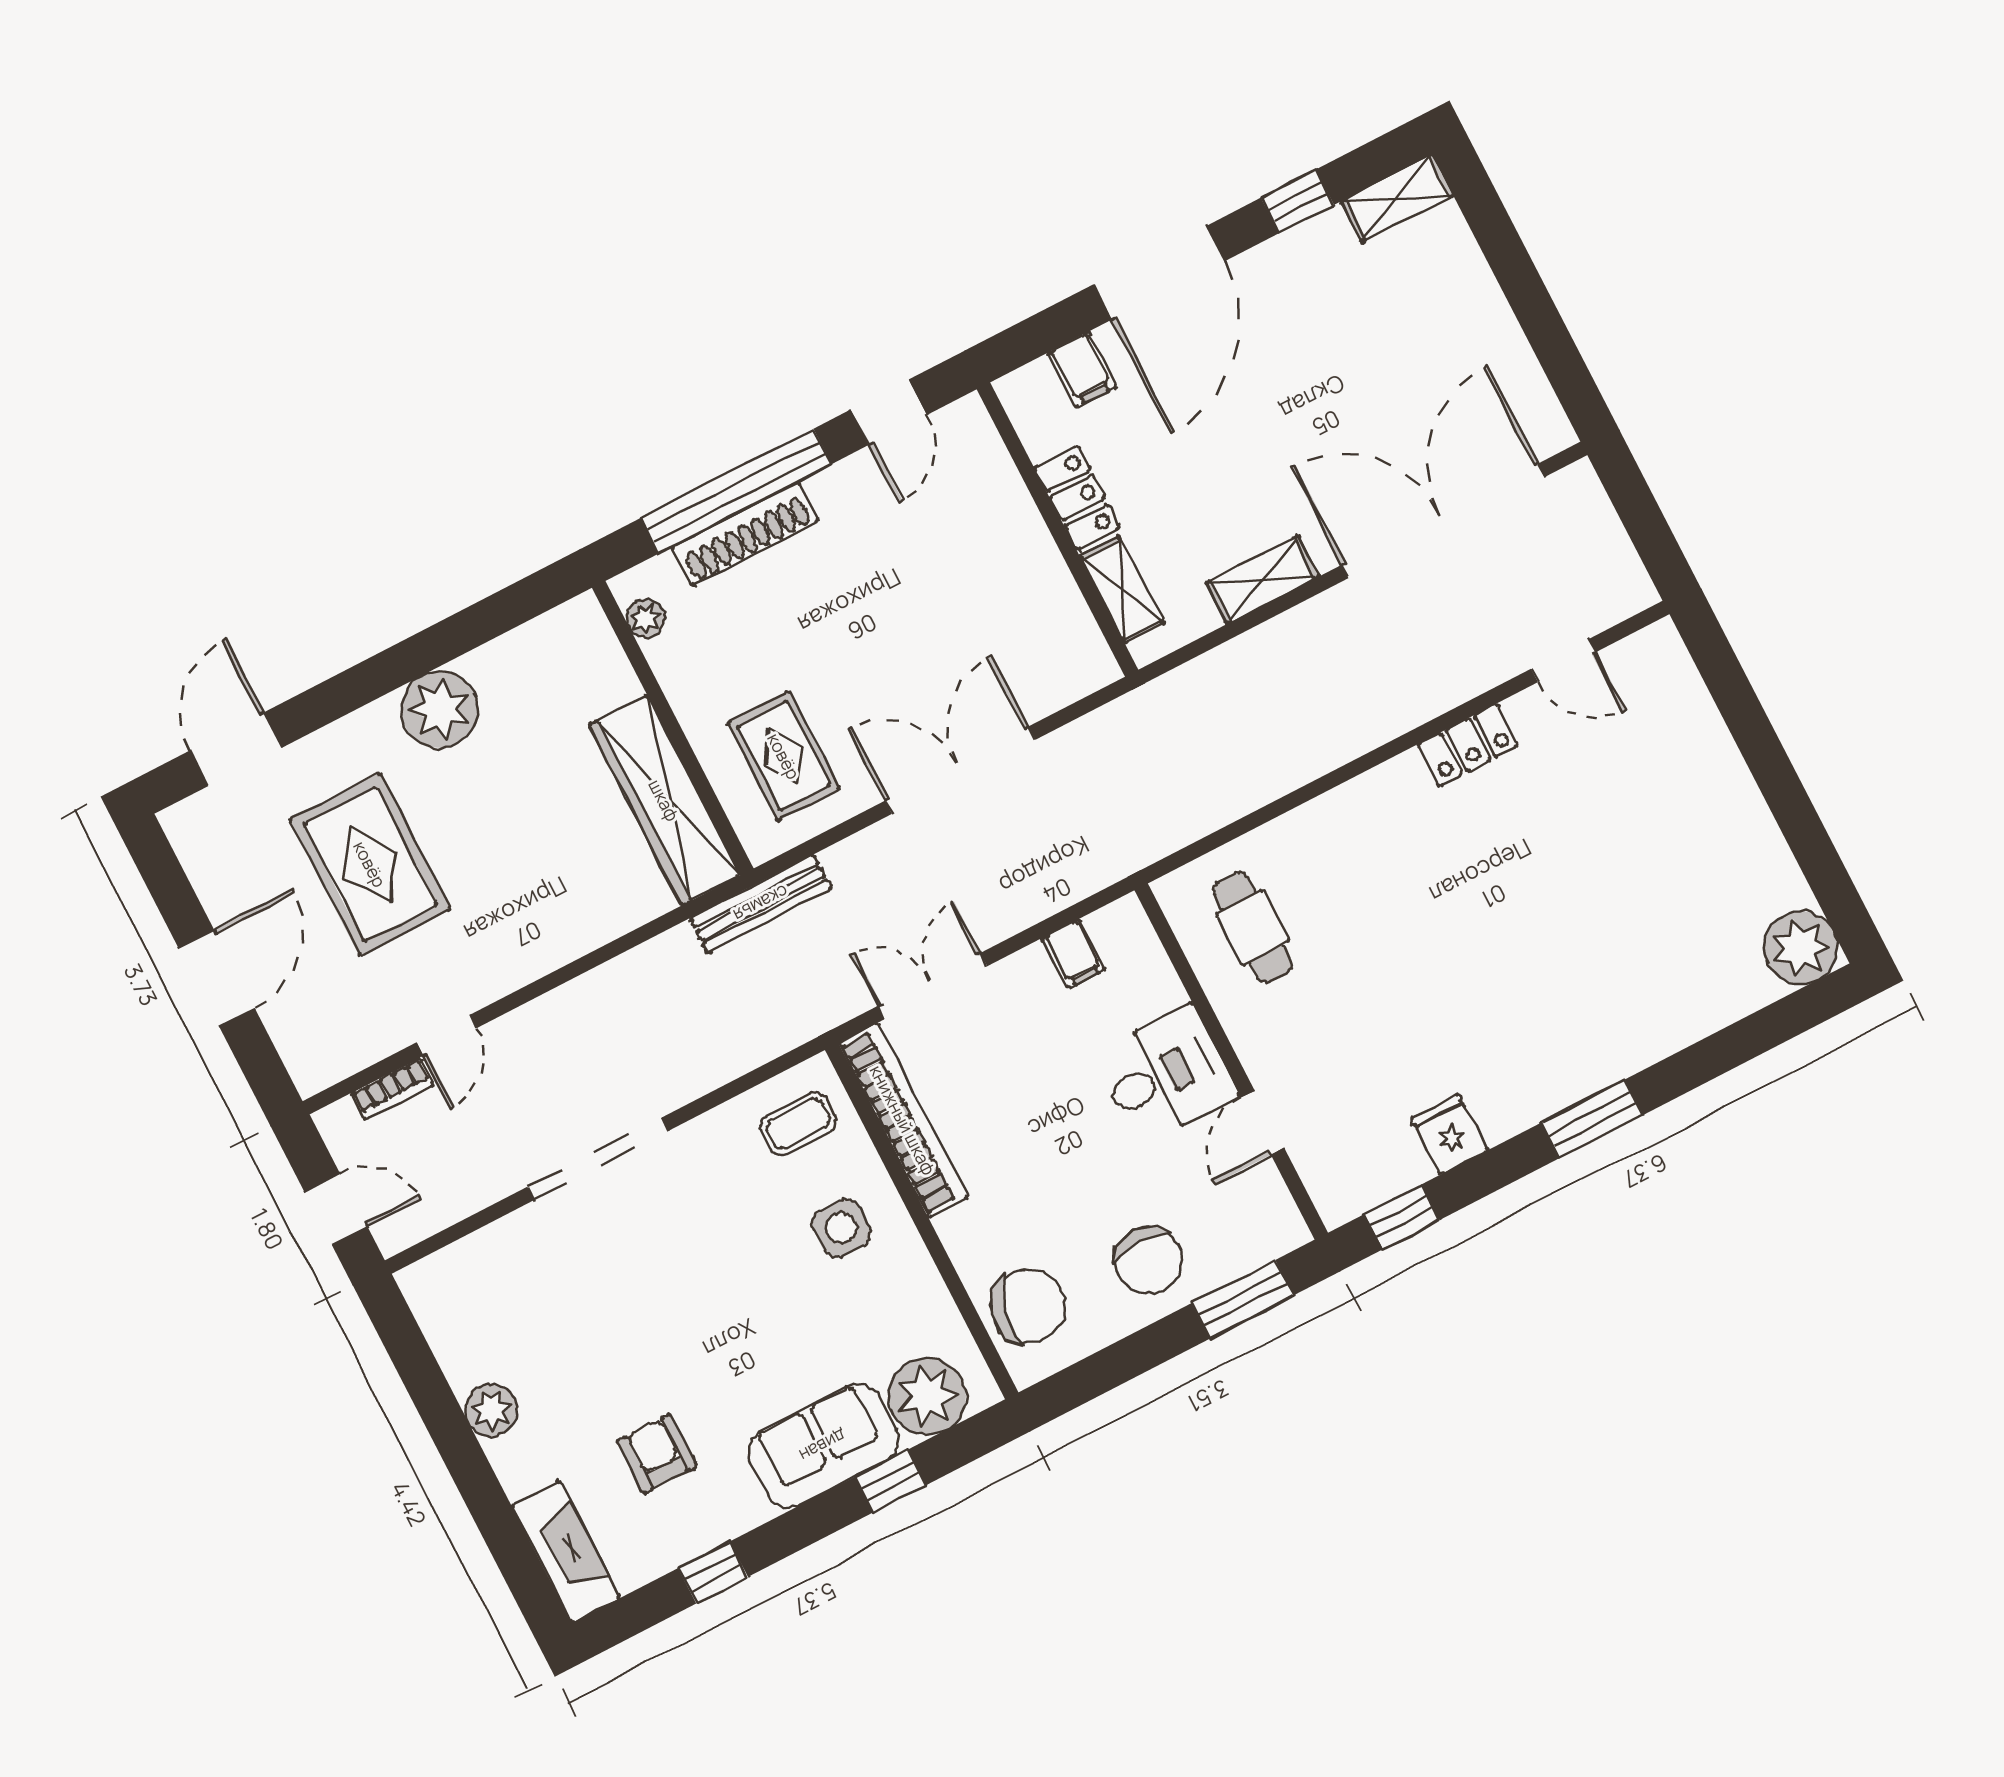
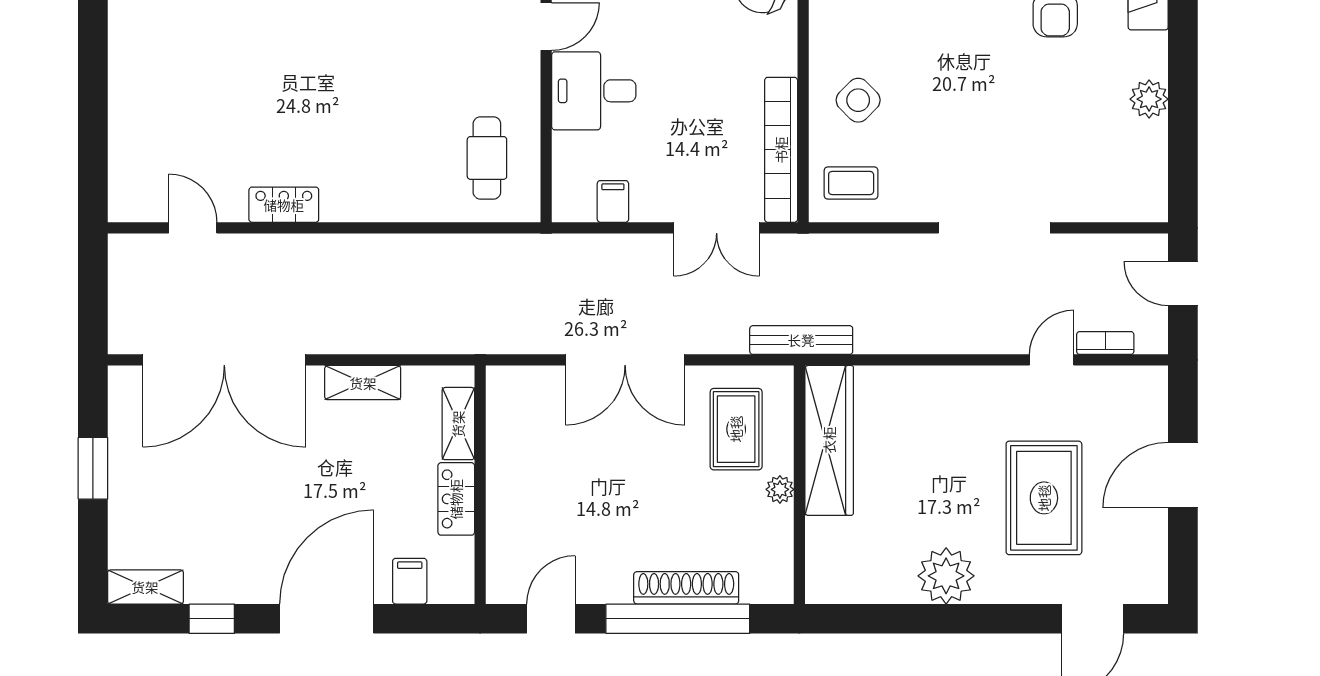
window: (1534, 309) -> (93, 468), added
plant: (646, 618) -> (780, 489), moved
side table: (841, 1228) -> (858, 100), turned 45

